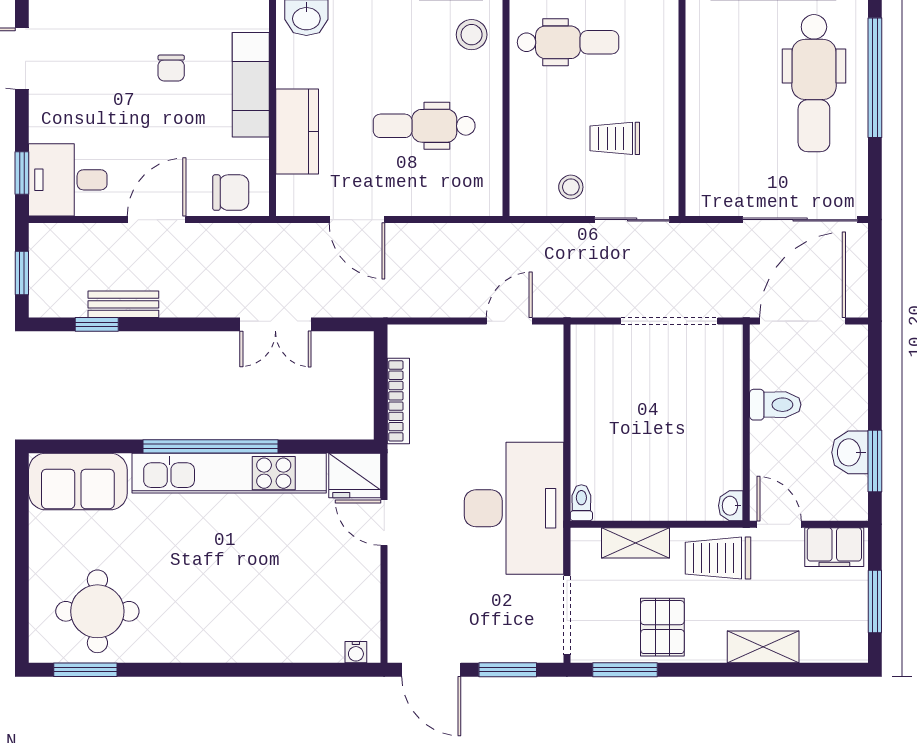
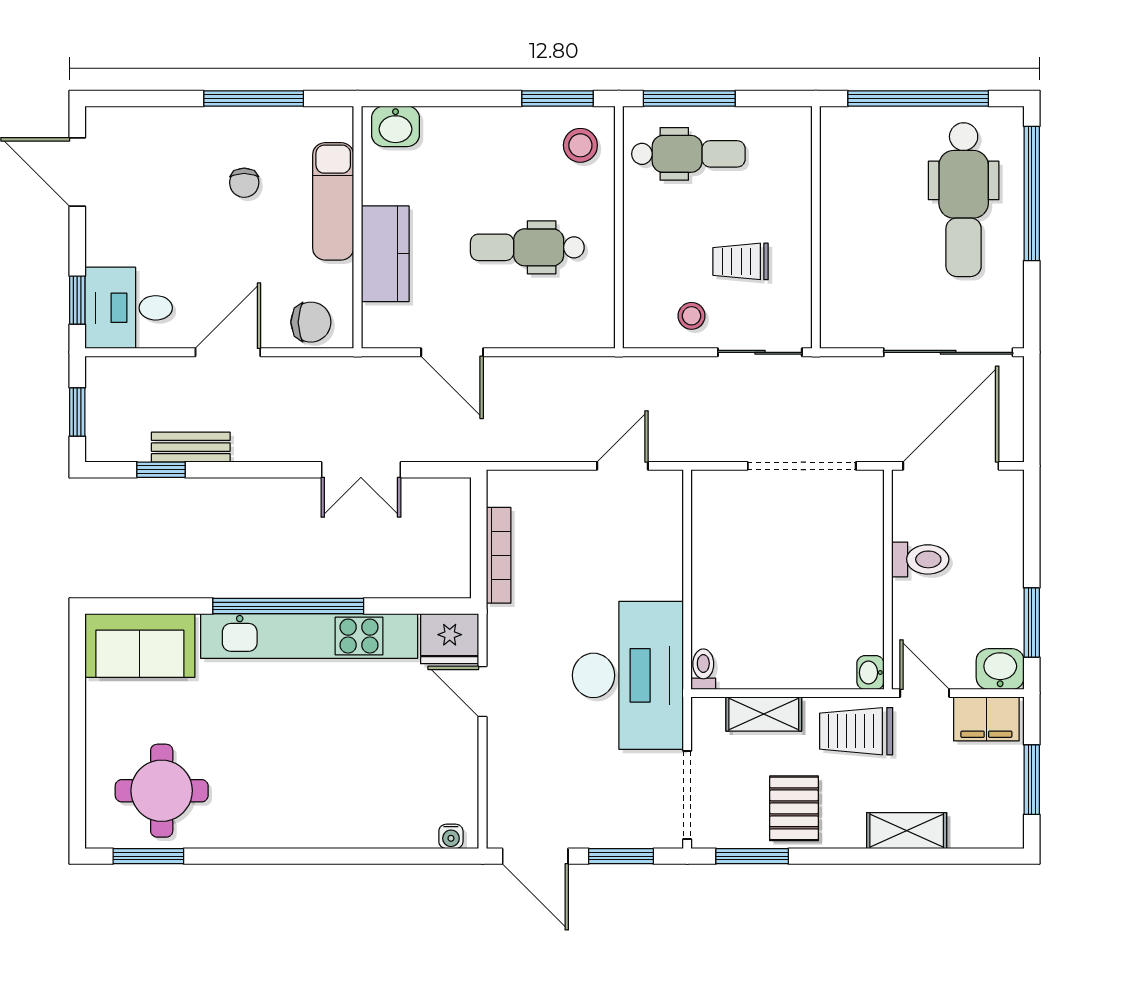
washbasin: (850, 452) -> (1000, 669), moved, turned 90

